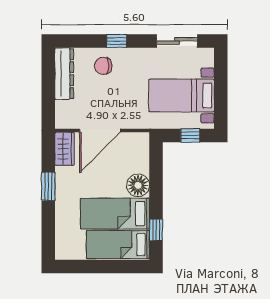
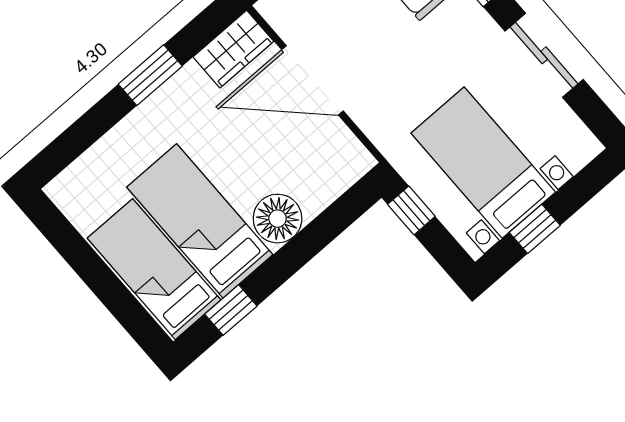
sliding door: (177, 41) -> (544, 55), moved
window: (221, 98) -> (535, 229), added
window: (190, 136) -> (411, 210), moved

